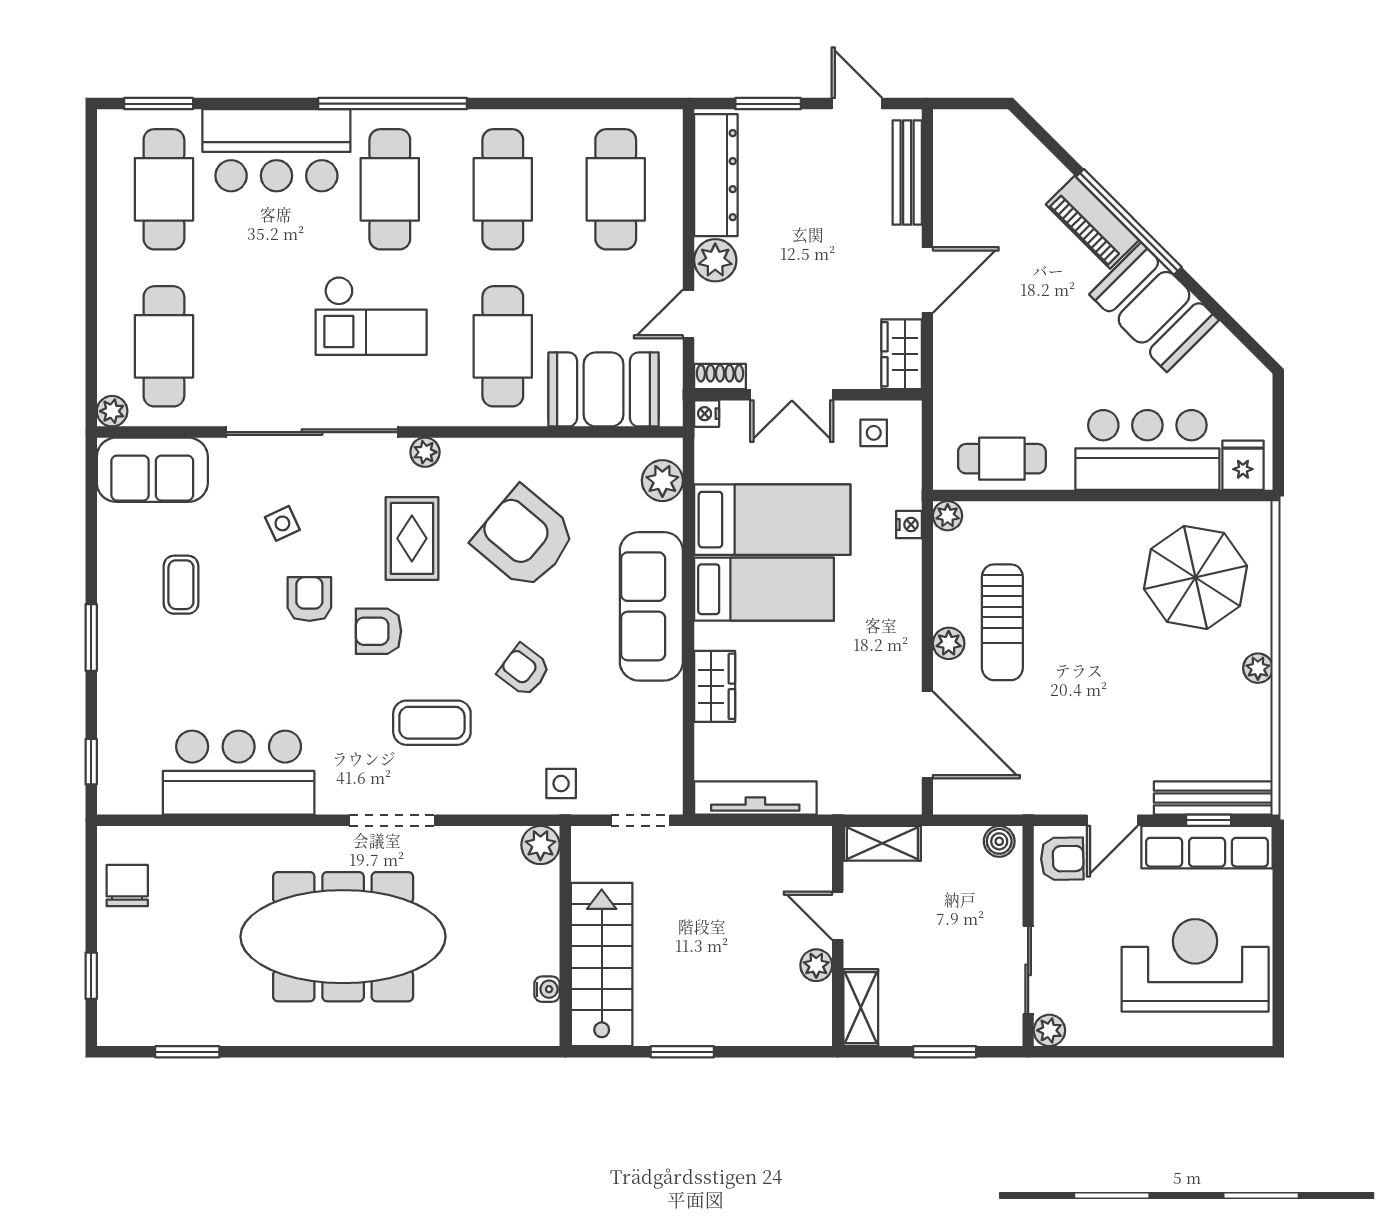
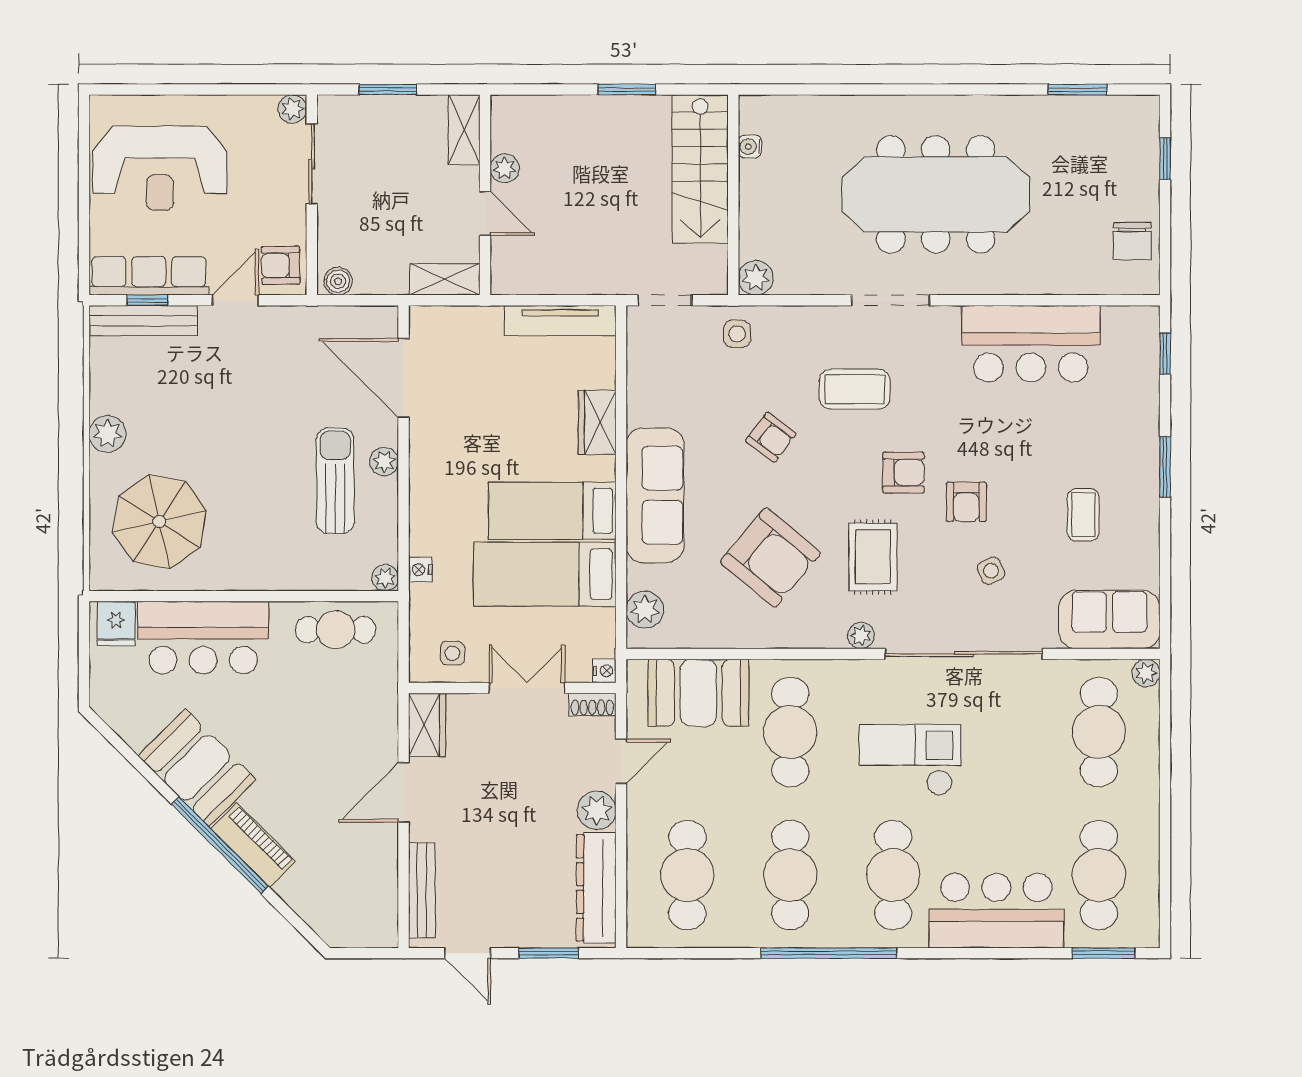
window: (393, 104) -> (829, 953), moved
plant: (1258, 668) -> (107, 434), width x1.38, depth x1.38

